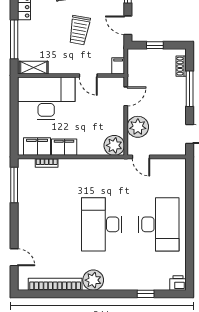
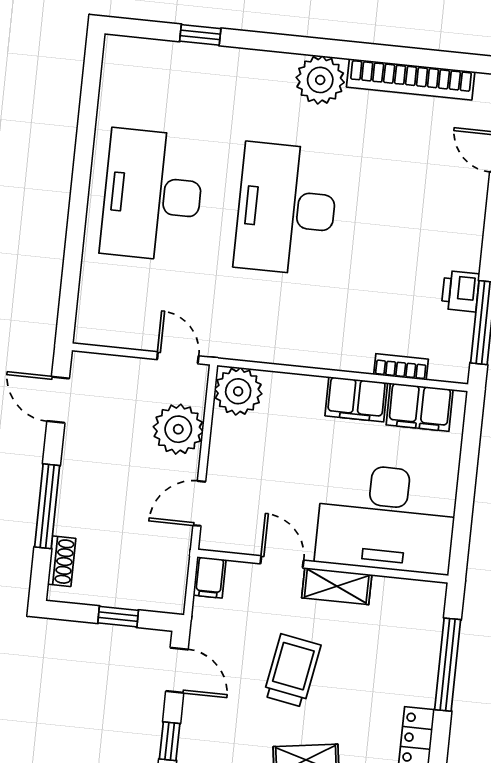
shelving: (34, 68) -> (337, 586), moved
desk: (102, 224) -> (286, 209), turned 180
printer: (178, 283) -> (460, 291), moved, turned 90

